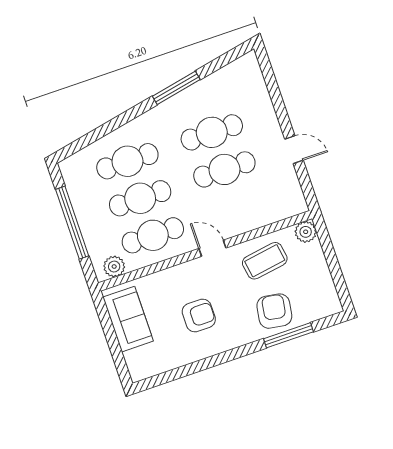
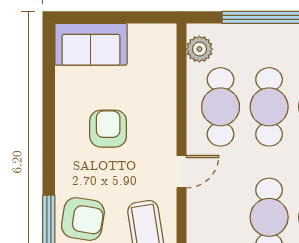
armchair: (199, 315) -> (108, 129), turned 180
sofa: (128, 319) -> (91, 44), moved

